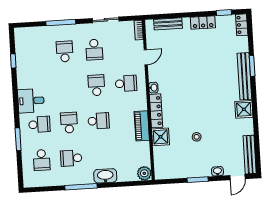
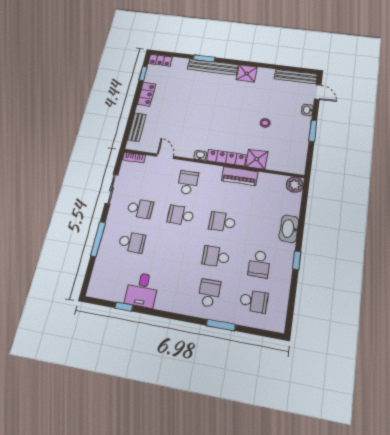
school desk: (65, 51) -> (132, 242), turned 180
desk: (31, 101) -> (142, 290), moved
school desk: (99, 121) -> (222, 222), turned -90
window: (81, 187) -> (297, 260), width x0.46

